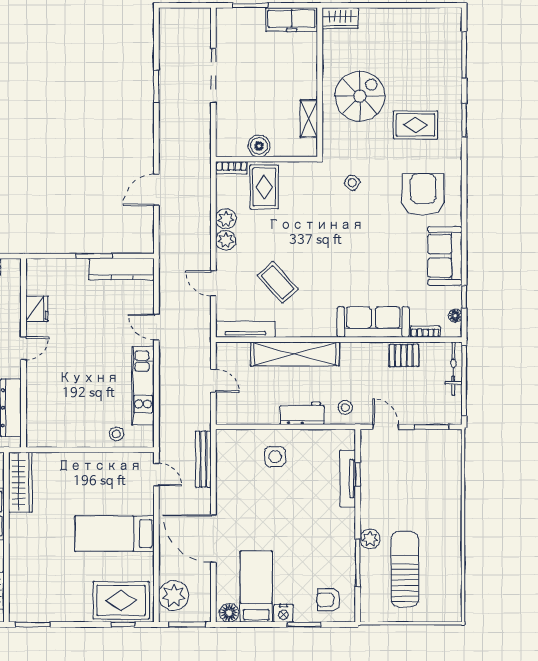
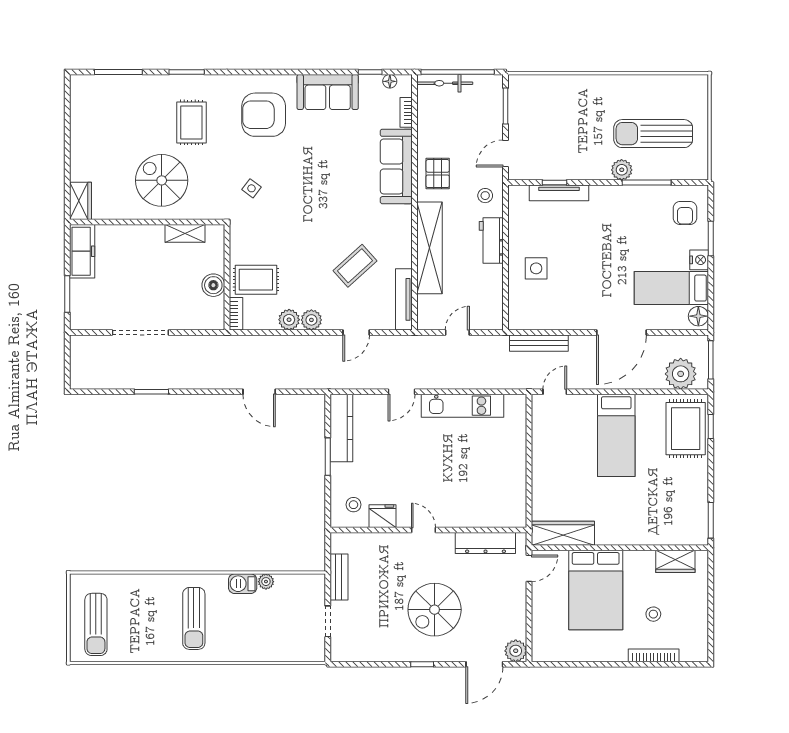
pallet: (404, 355) -> (438, 174), moved
stool: (116, 434) -> (353, 505), moved

